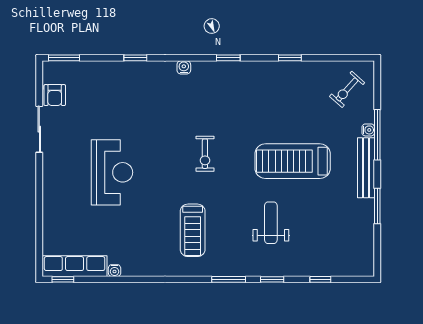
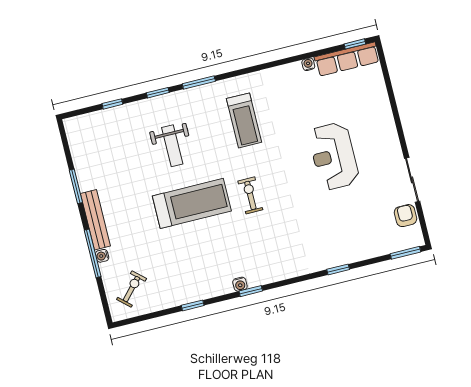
water cooler: (184, 67) -> (240, 284), moved
treadmill: (293, 161) -> (192, 203), moved
treadmill: (193, 230) -> (244, 120), turned 180

